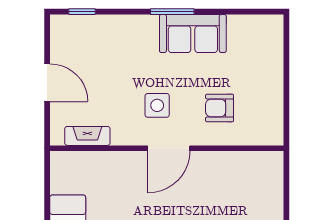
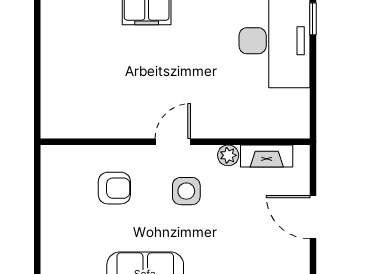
plant: (121, 136) -> (228, 155), added
door: (169, 148) -> (173, 142), width x0.73

